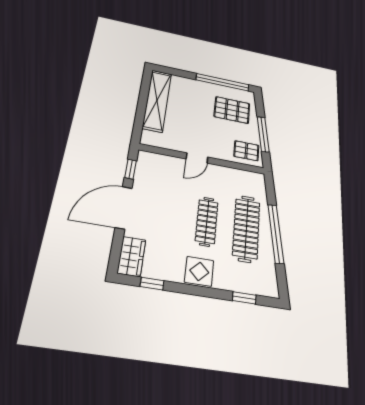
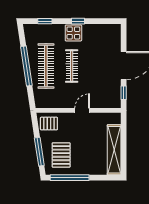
pallet: (232, 110) -> (61, 155), turned 90
window: (263, 134) -> (39, 152), moved
wardrobe: (131, 256) -> (114, 35), removed
window: (152, 284) -> (78, 21), moved

